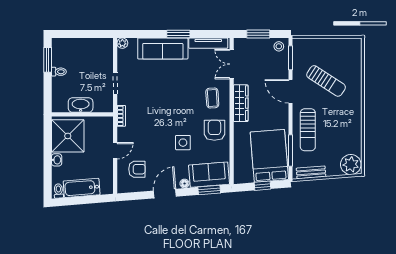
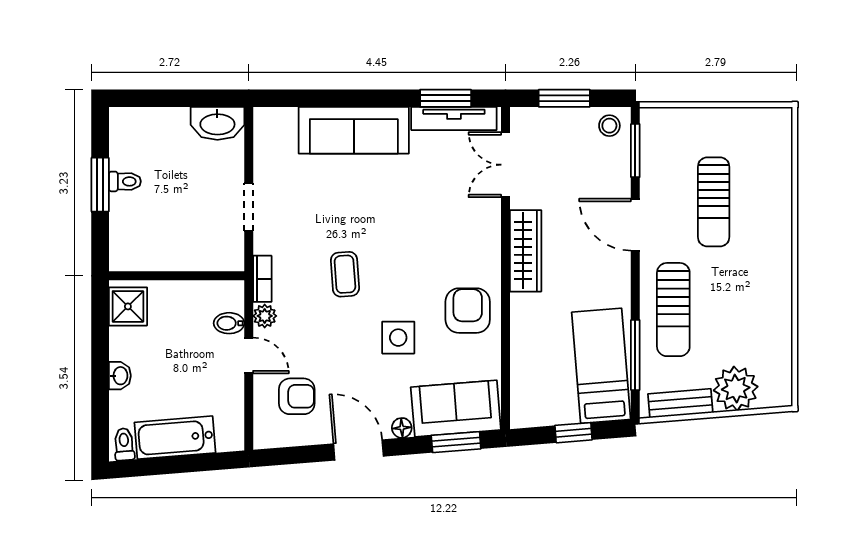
window: (178, 34) -> (446, 98), moved
plant: (122, 43) -> (265, 316), moved
window: (48, 60) -> (100, 185), moved
sun lounger: (326, 81) -> (714, 202), turned 57
coffee table: (212, 98) -> (345, 274), moved
washbasin: (81, 105) -> (217, 123), moved, turned 180
shower: (68, 136) -> (128, 306), width x0.54, depth x0.54
bidet: (106, 136) -> (229, 323), added
door: (115, 151) -> (249, 355), hinge flipped
bed: (269, 156) -> (601, 366), width x0.67
plant: (351, 164) -> (736, 389), moved
door: (165, 194) -> (358, 450), hinge flipped

